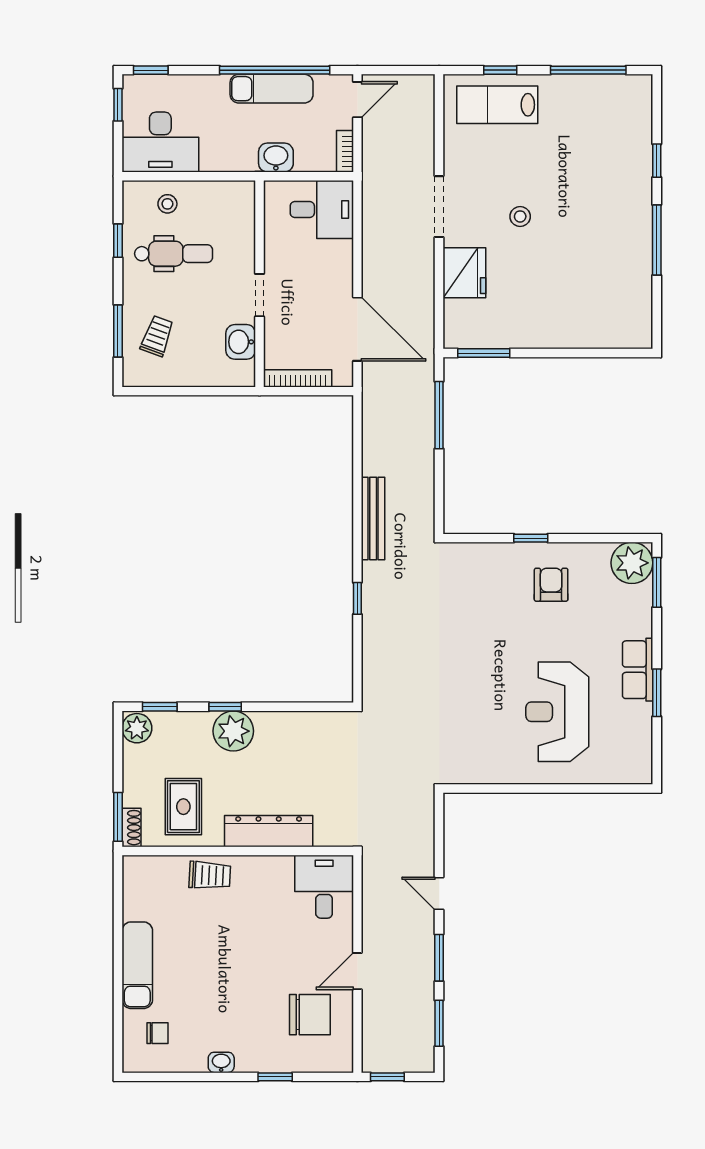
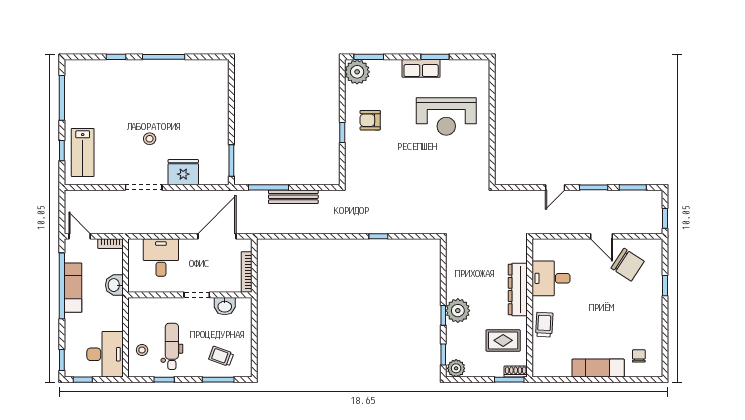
desk: (322, 210) -> (161, 258), moved
bench: (373, 519) -> (293, 197), moved
desk: (324, 887) -> (551, 278), moved
chair: (310, 1015) -> (628, 265), turned 123
washbasin: (221, 1062) -> (656, 318), removed

